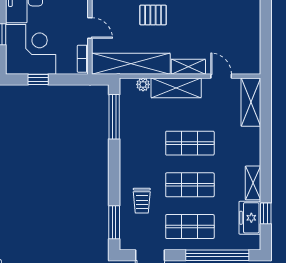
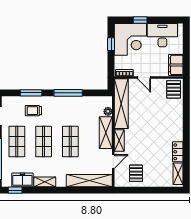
pallet: (153, 15) -> (136, 173), moved
door: (90, 28) -> (144, 77), hinge flipped
shelving: (251, 102) -> (89, 181), width x1.47
window: (114, 117) -> (68, 93), moved
window: (266, 213) -> (15, 190), moved
window: (114, 222) -> (31, 93), moved

